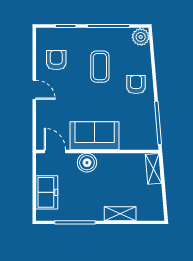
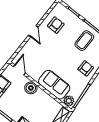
coffee table: (100, 67) -> (84, 41), moved
sofa: (95, 136) -> (54, 85), moved
plant: (147, 142) -> (69, 101), added

